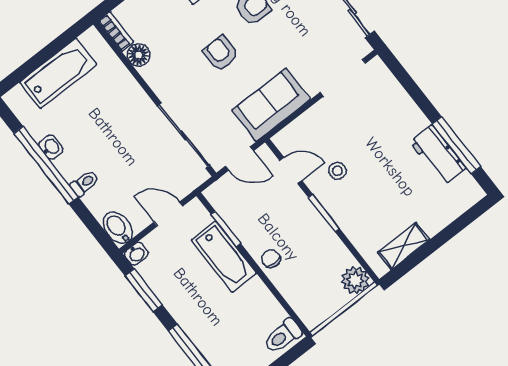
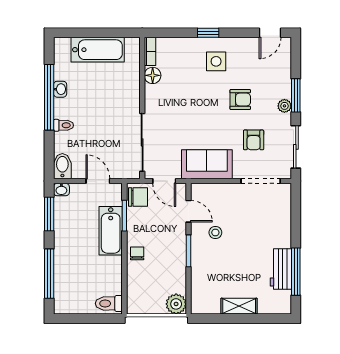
armchair: (221, 53) -> (254, 140), moved, turned 180
chair: (225, 198) -> (138, 197), added
shelving: (404, 246) -> (239, 306), moved

